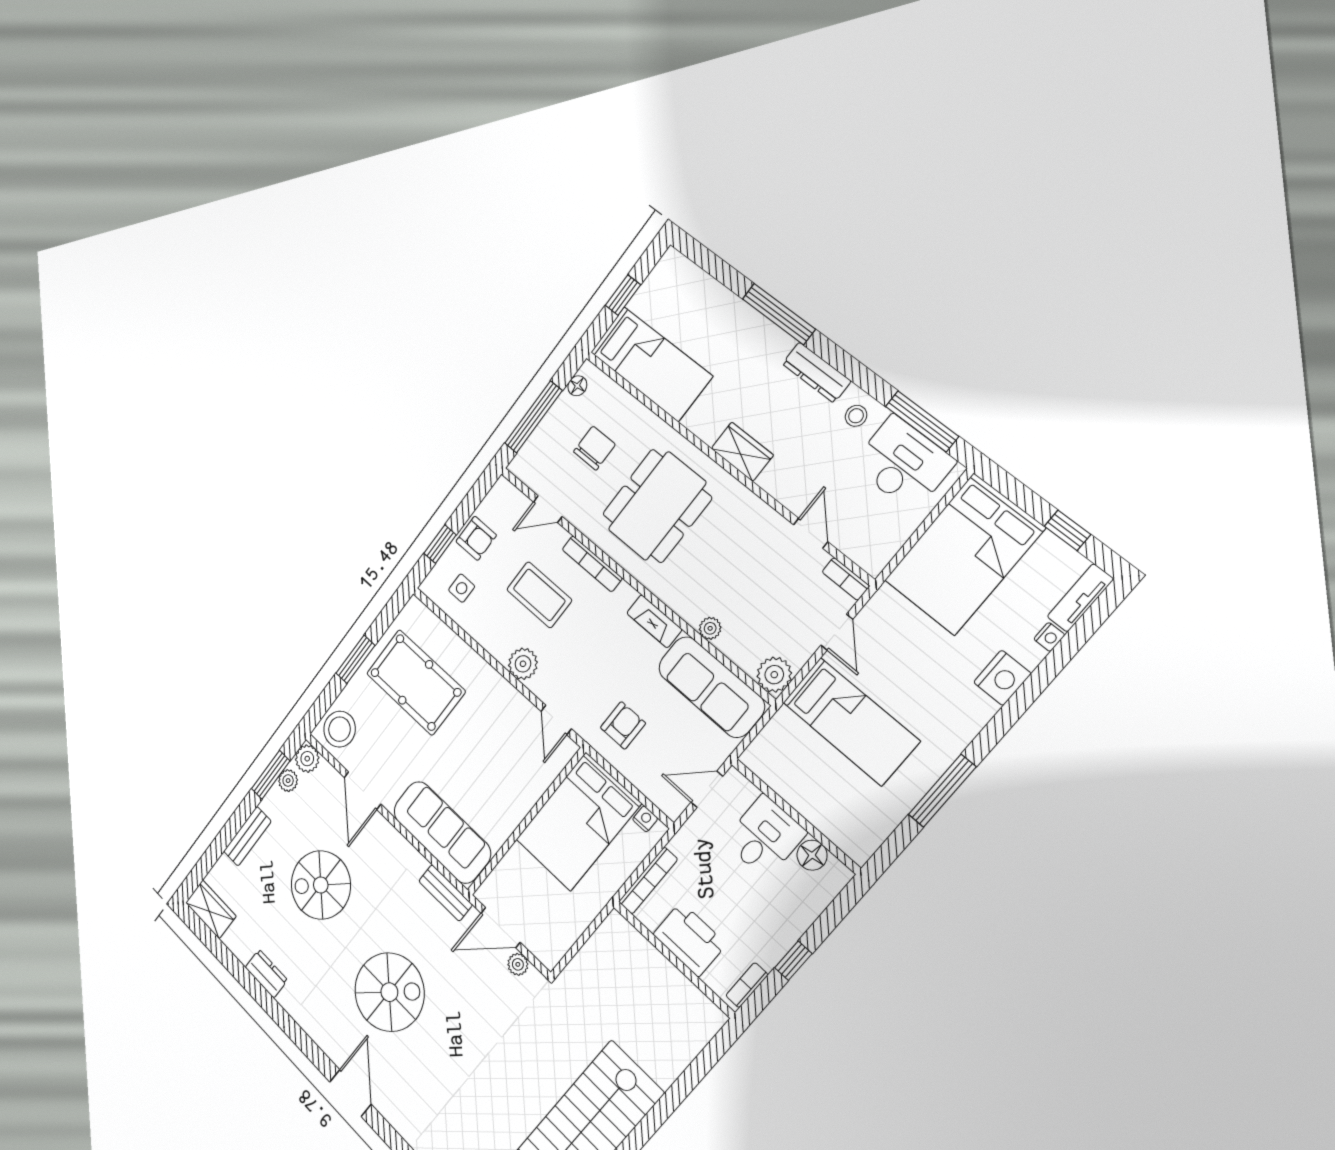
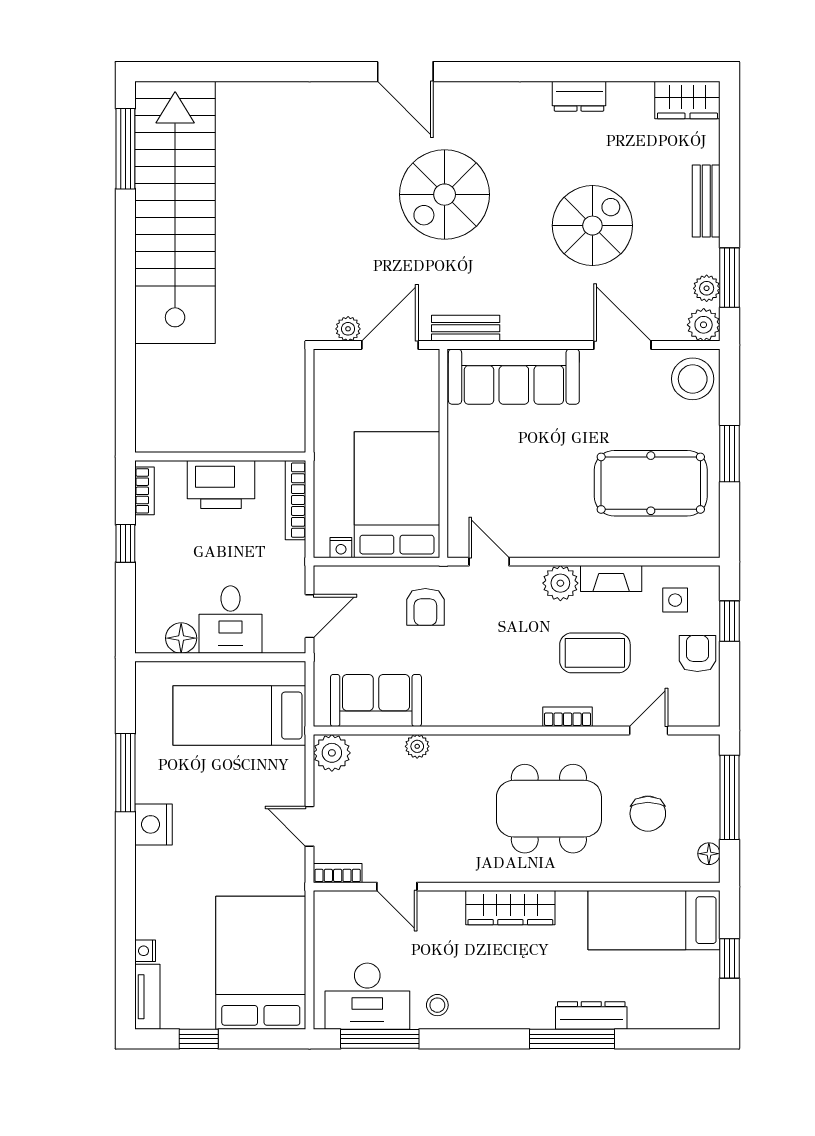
dresser: (816, 372) -> (591, 1015), moved
wardrobe: (742, 452) -> (510, 908), width x1.50
dining table: (657, 506) -> (549, 809), turned 90
armchair: (476, 538) -> (697, 654), turned 90
bookcase: (592, 564) -> (568, 717), width x0.64
fireplace: (654, 621) -> (611, 579), moved, turned 180
nightstand: (1002, 678) -> (153, 824), moved
sofa: (711, 687) -> (376, 701), width x0.73
bed: (851, 722) -> (239, 716), moved

